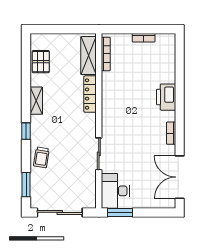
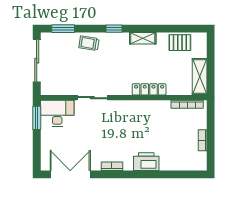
shelving: (88, 56) -> (200, 76), moved, turned 90

